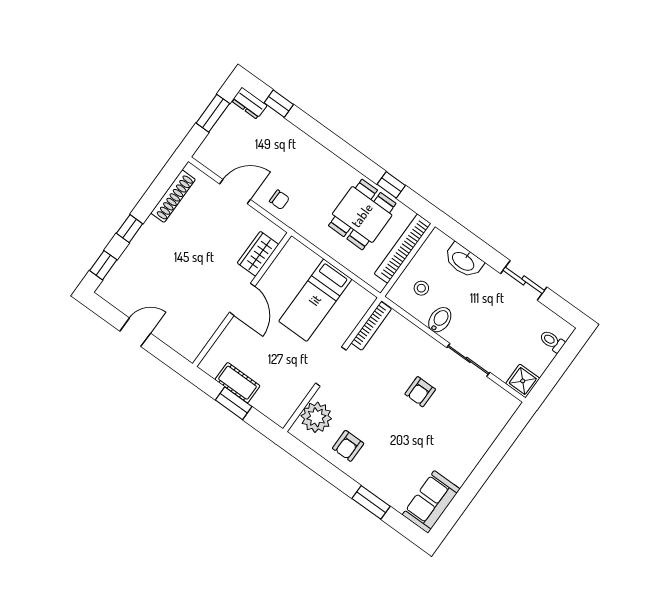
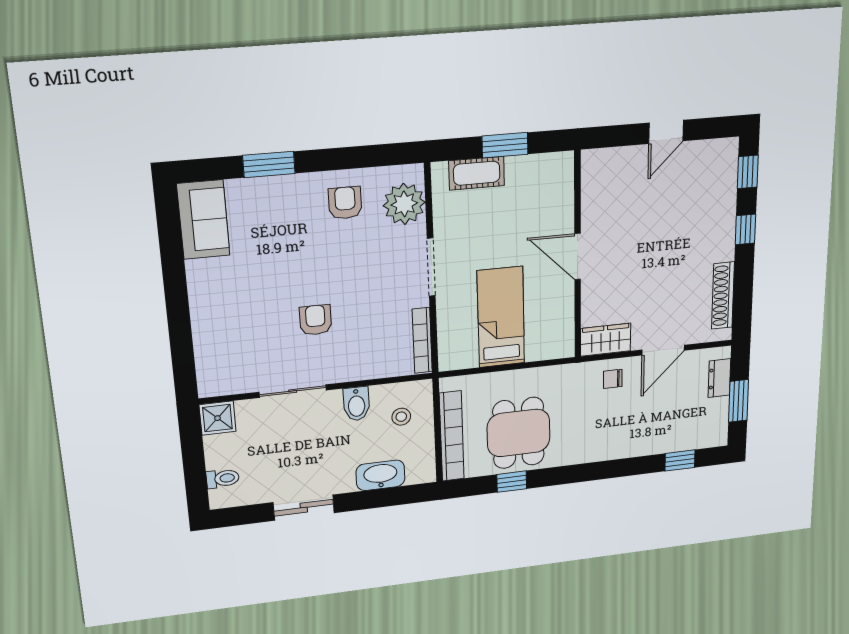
dresser: (249, 103) -> (719, 378), moved, turned -90
wardrobe: (258, 254) -> (606, 340), moved, turned -90
cot: (237, 383) -> (477, 173), moved

